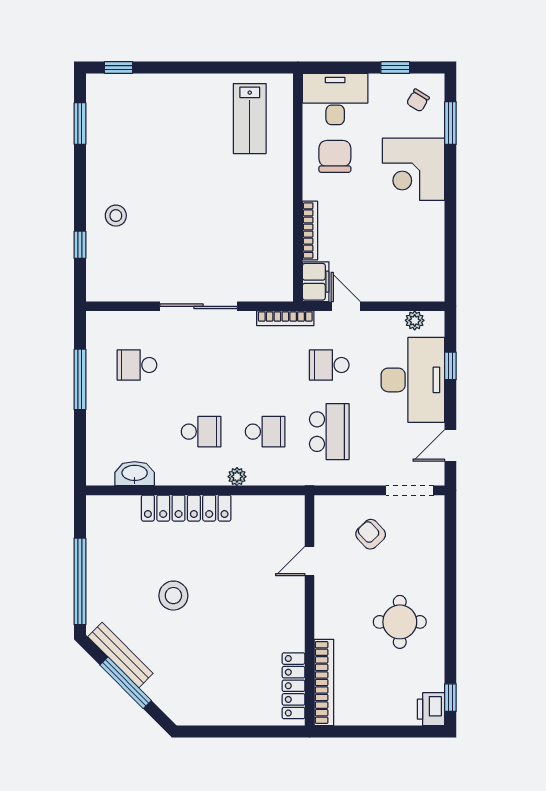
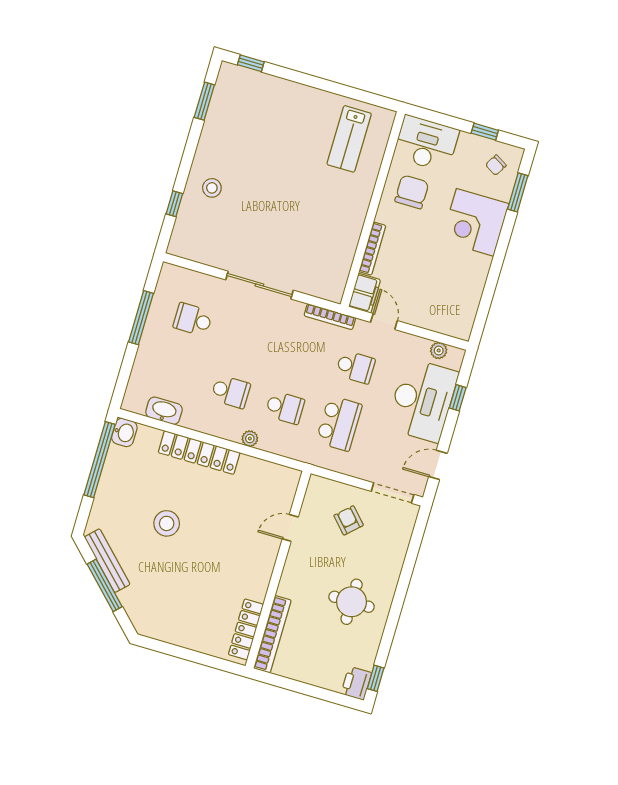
school desk: (329, 365) -> (355, 367), turned 180
washbasin: (98, 510) -> (124, 432), added
window: (80, 581) -> (99, 460), moved

